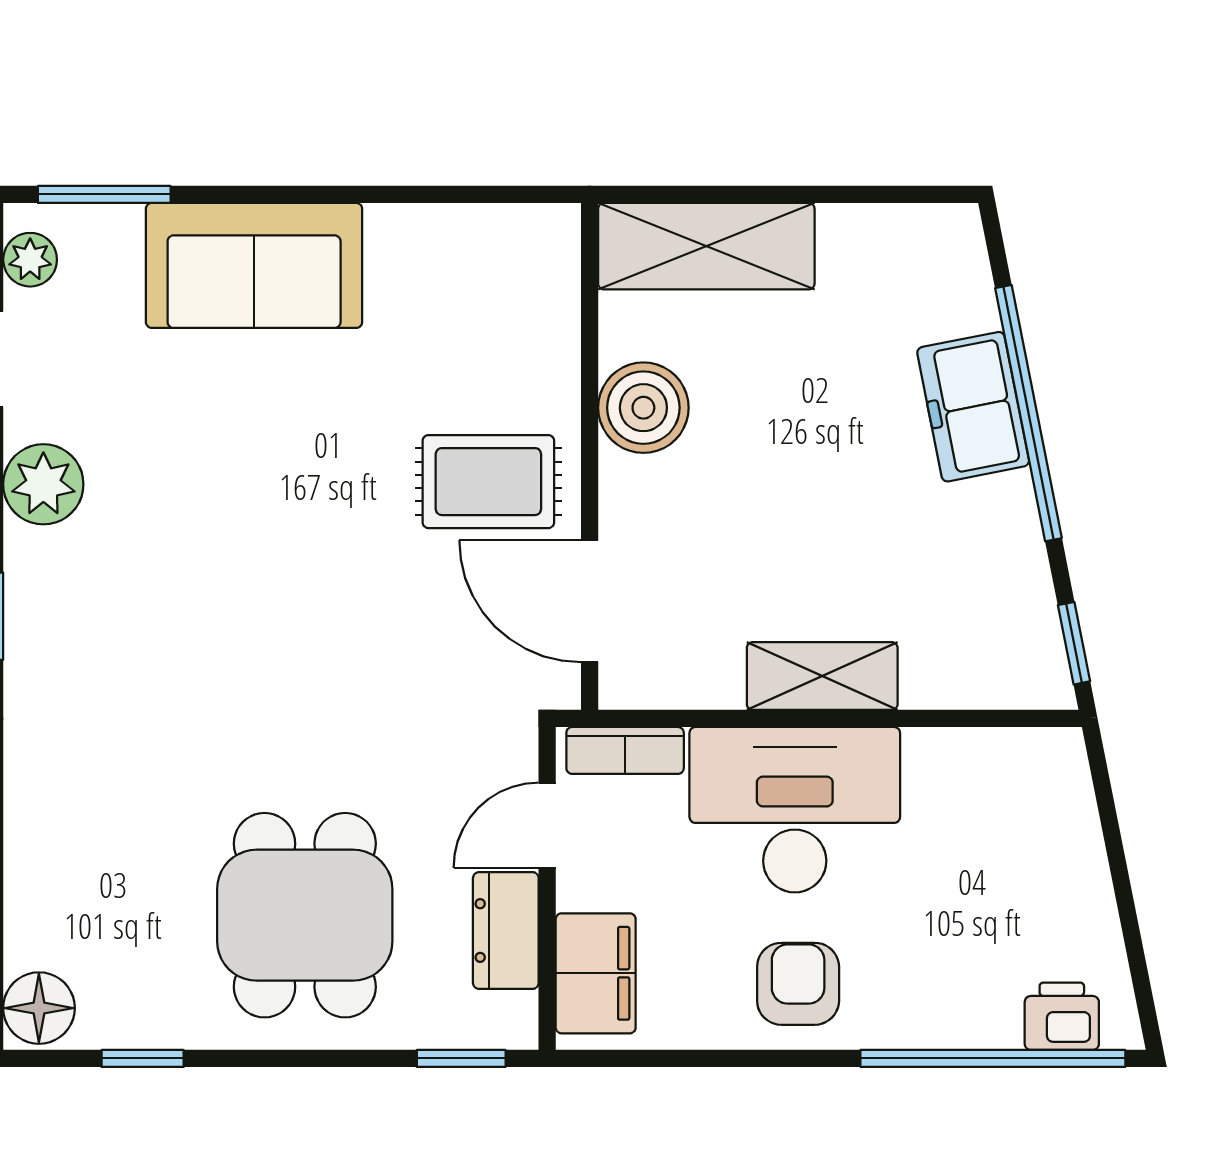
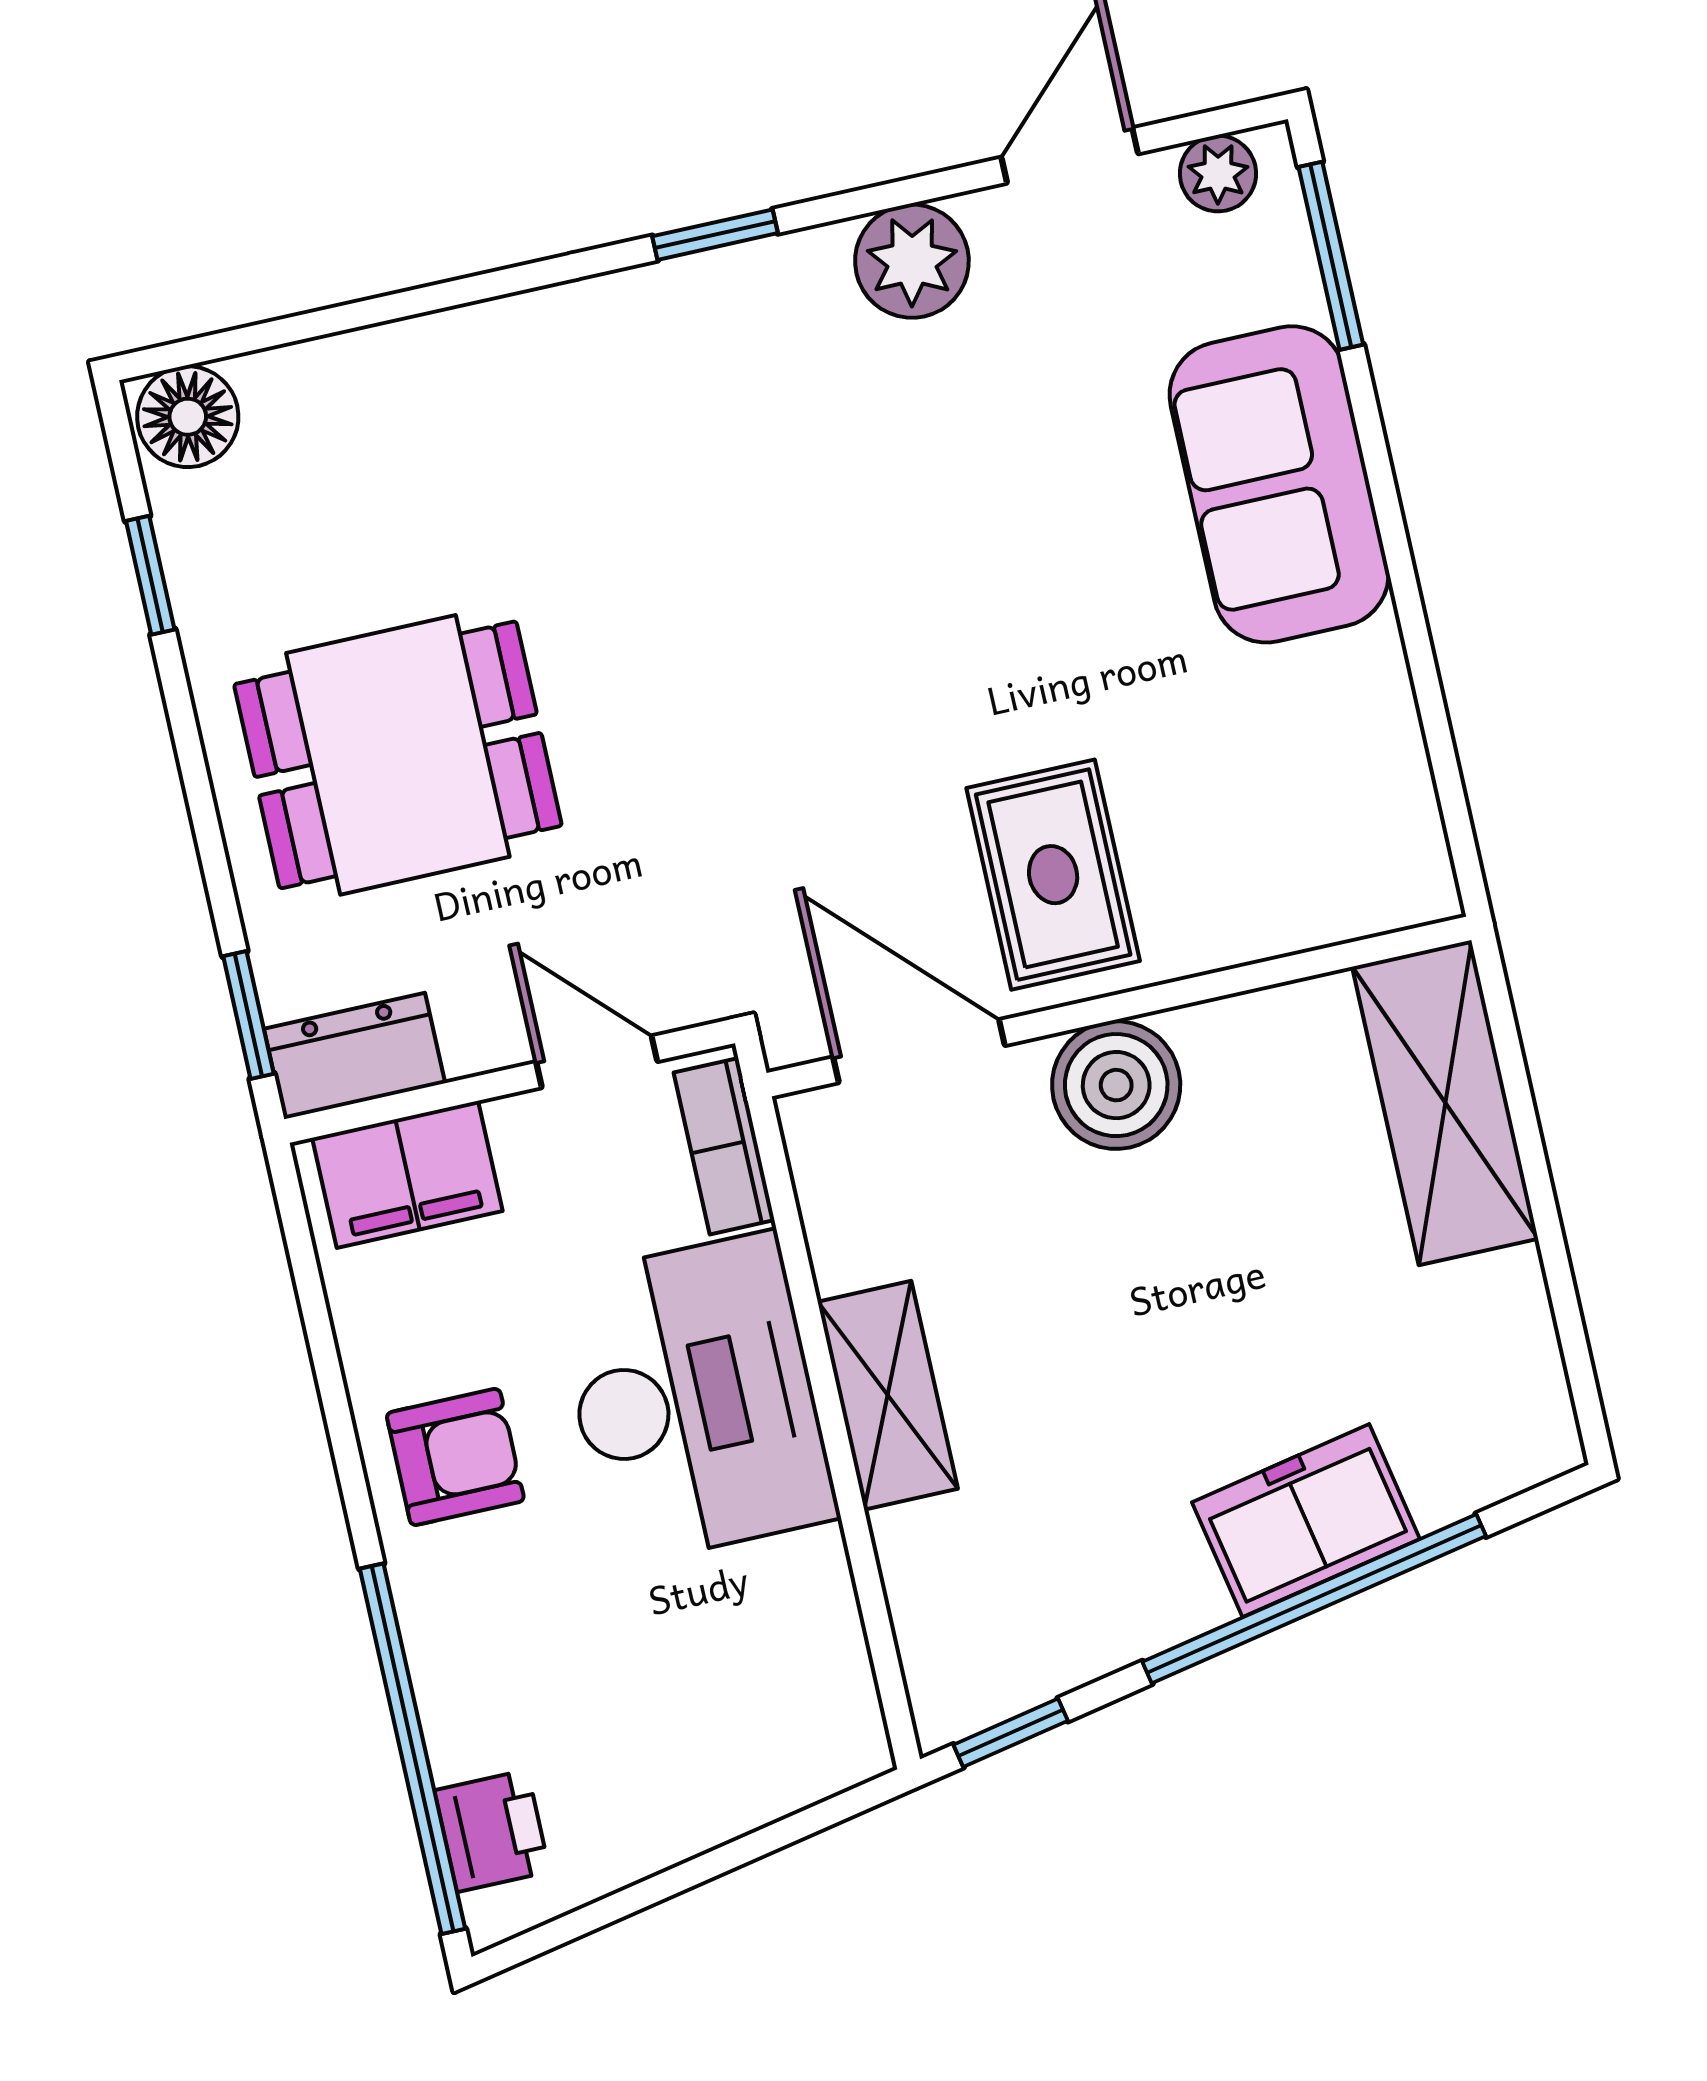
boiler: (643, 408) -> (1116, 1085), moved
door: (590, 601) -> (919, 1051), hinge flipped
dresser: (506, 931) -> (355, 1056), moved

